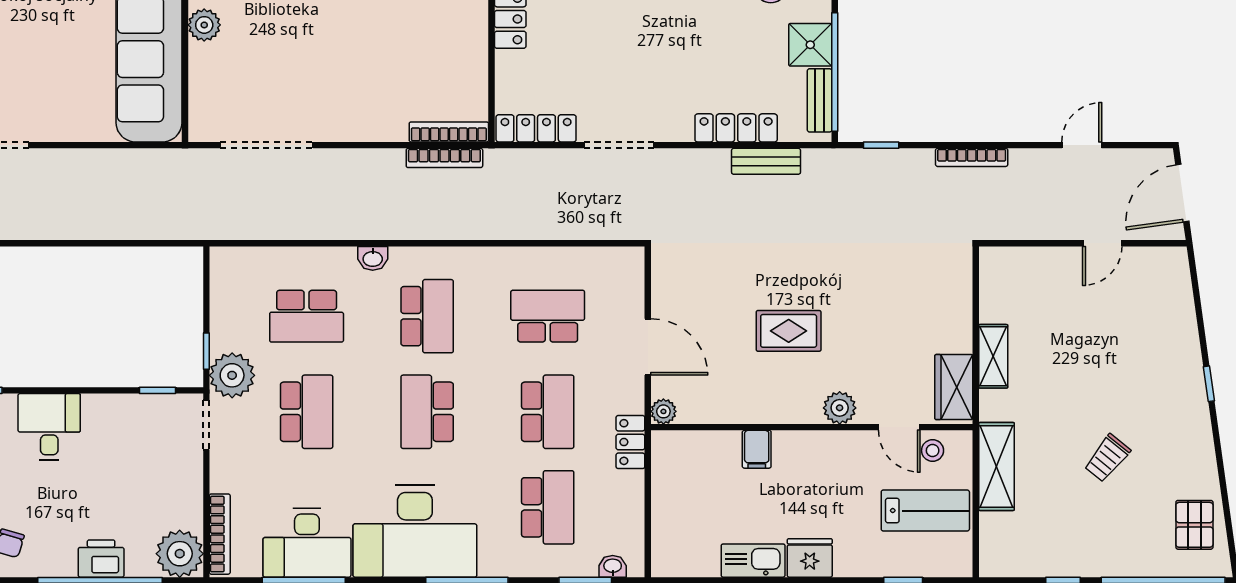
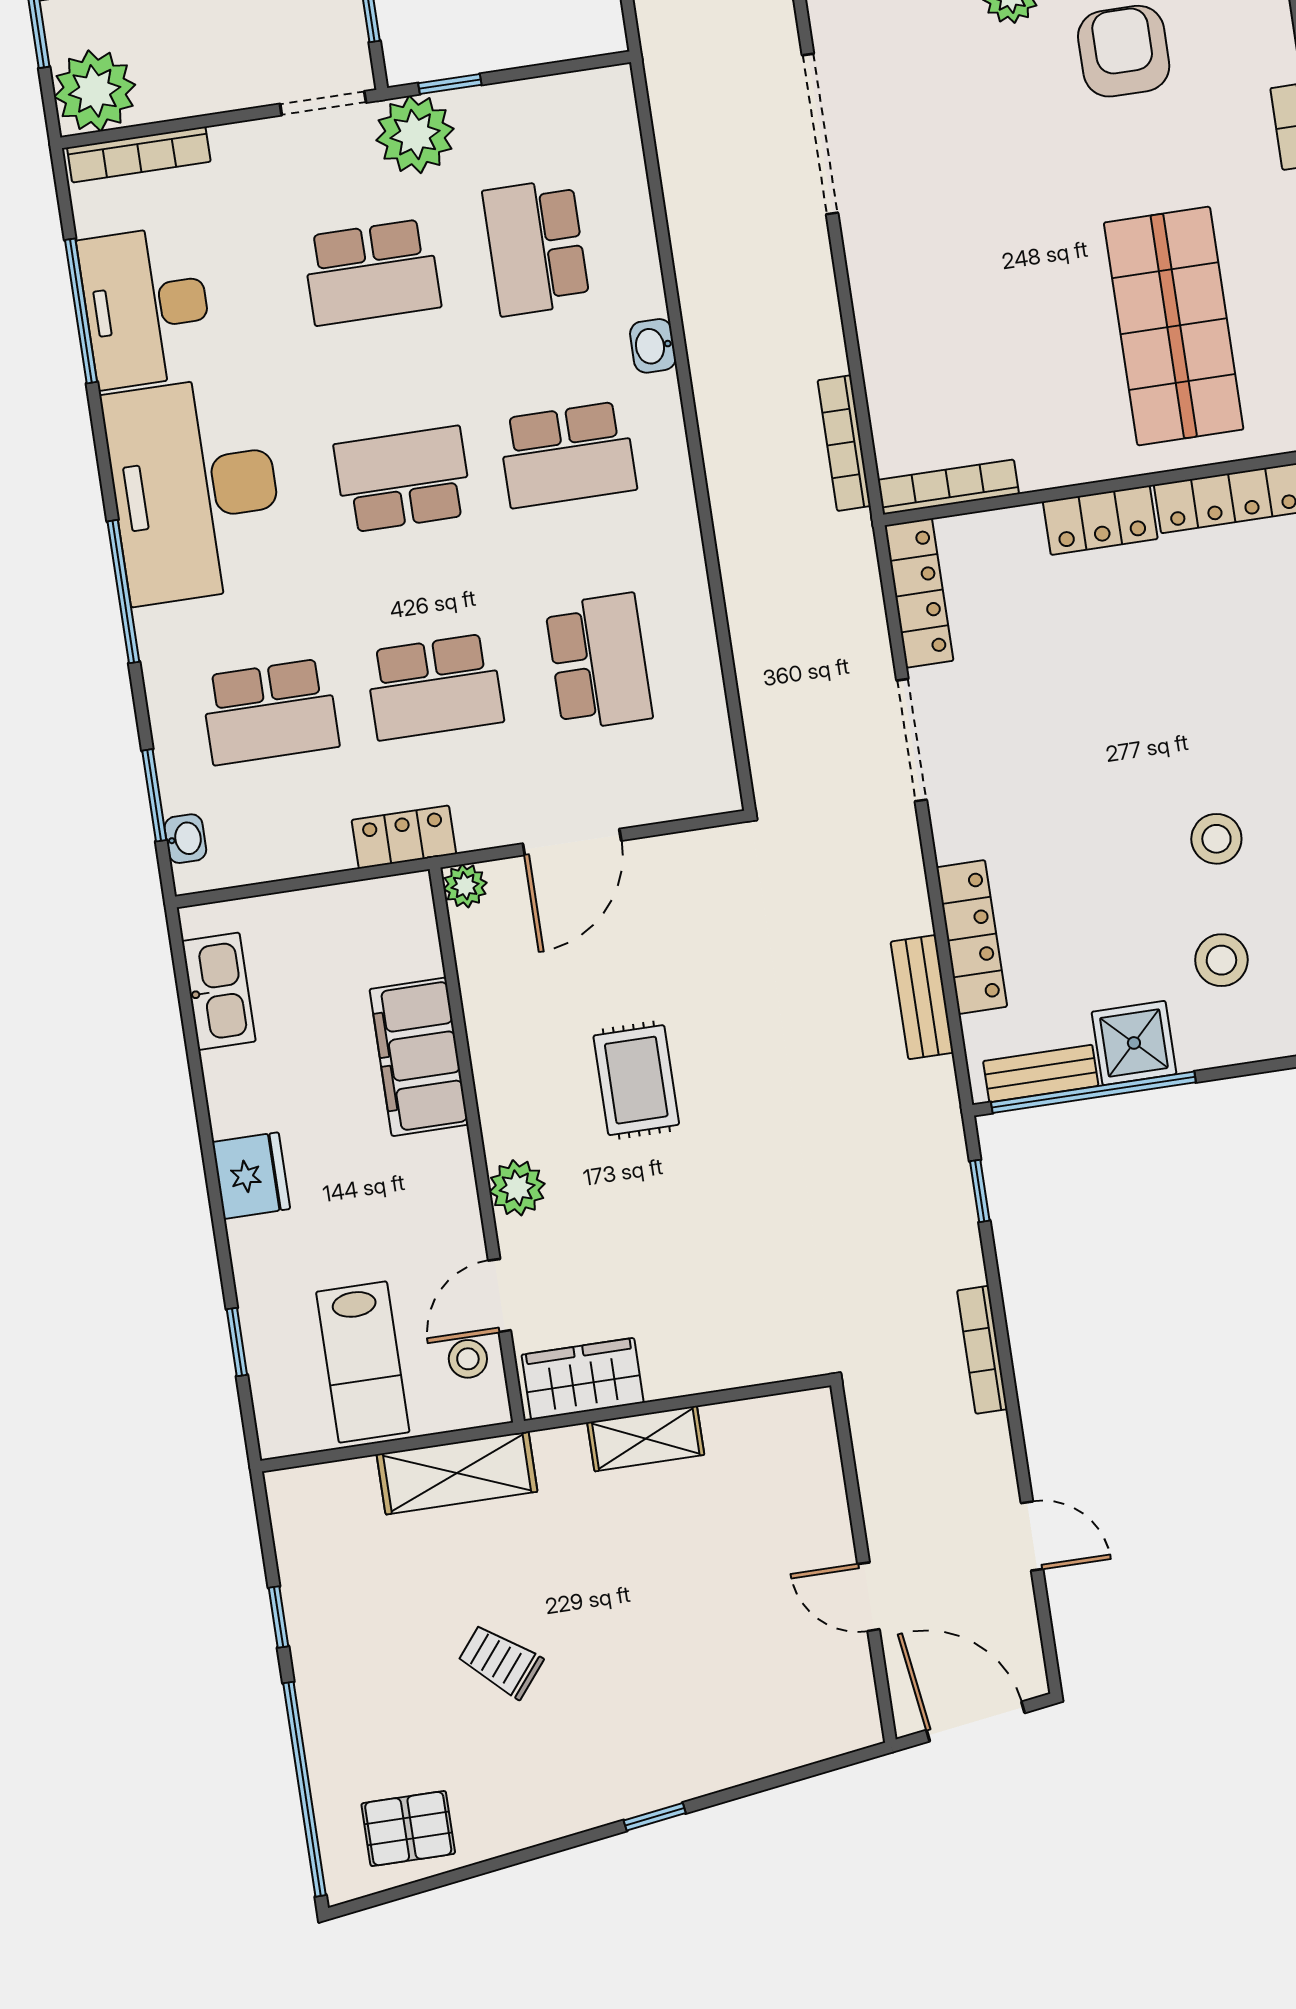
bookcase: (449, 132) -> (948, 487), moved, turned -90
filing cabinet: (757, 449) -> (419, 1057), width x3.00, depth x1.17
kitchen sink: (753, 561) -> (219, 991), moved

